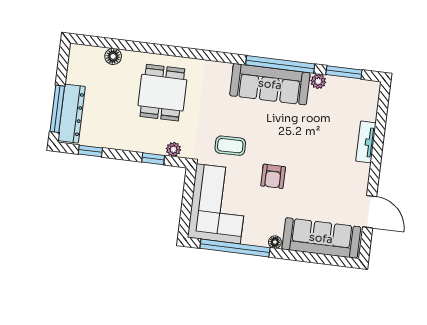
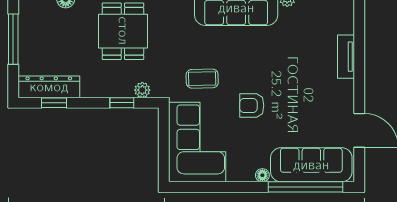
window: (57, 109) -> (13, 39), moved
dresser: (72, 114) -> (49, 87), moved, turned -90
armchair: (273, 176) -> (252, 106), turned 90
window: (235, 248) -> (306, 187), moved

